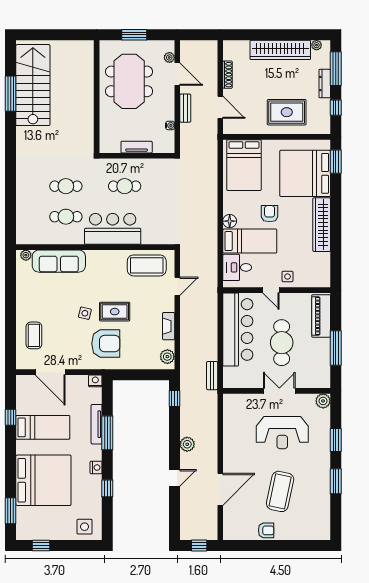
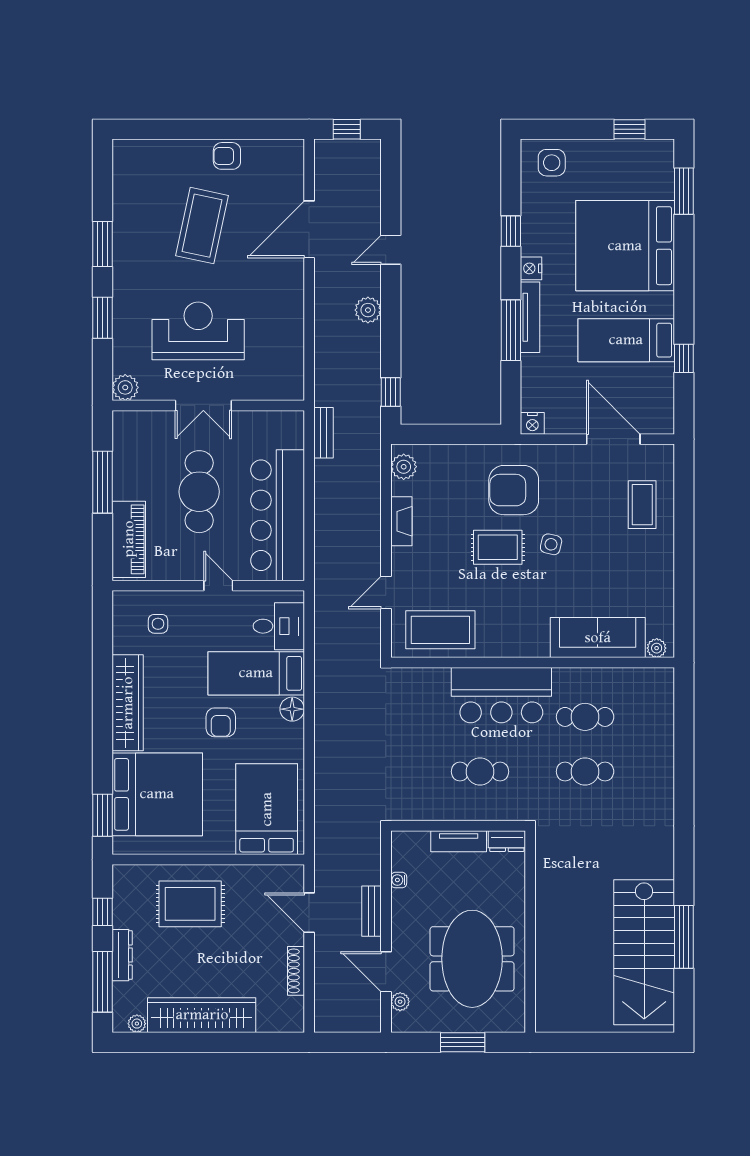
dresser: (110, 147) -> (507, 841), added
side table: (287, 276) -> (158, 624), moved
tv unit: (97, 424) -> (530, 317), moved

